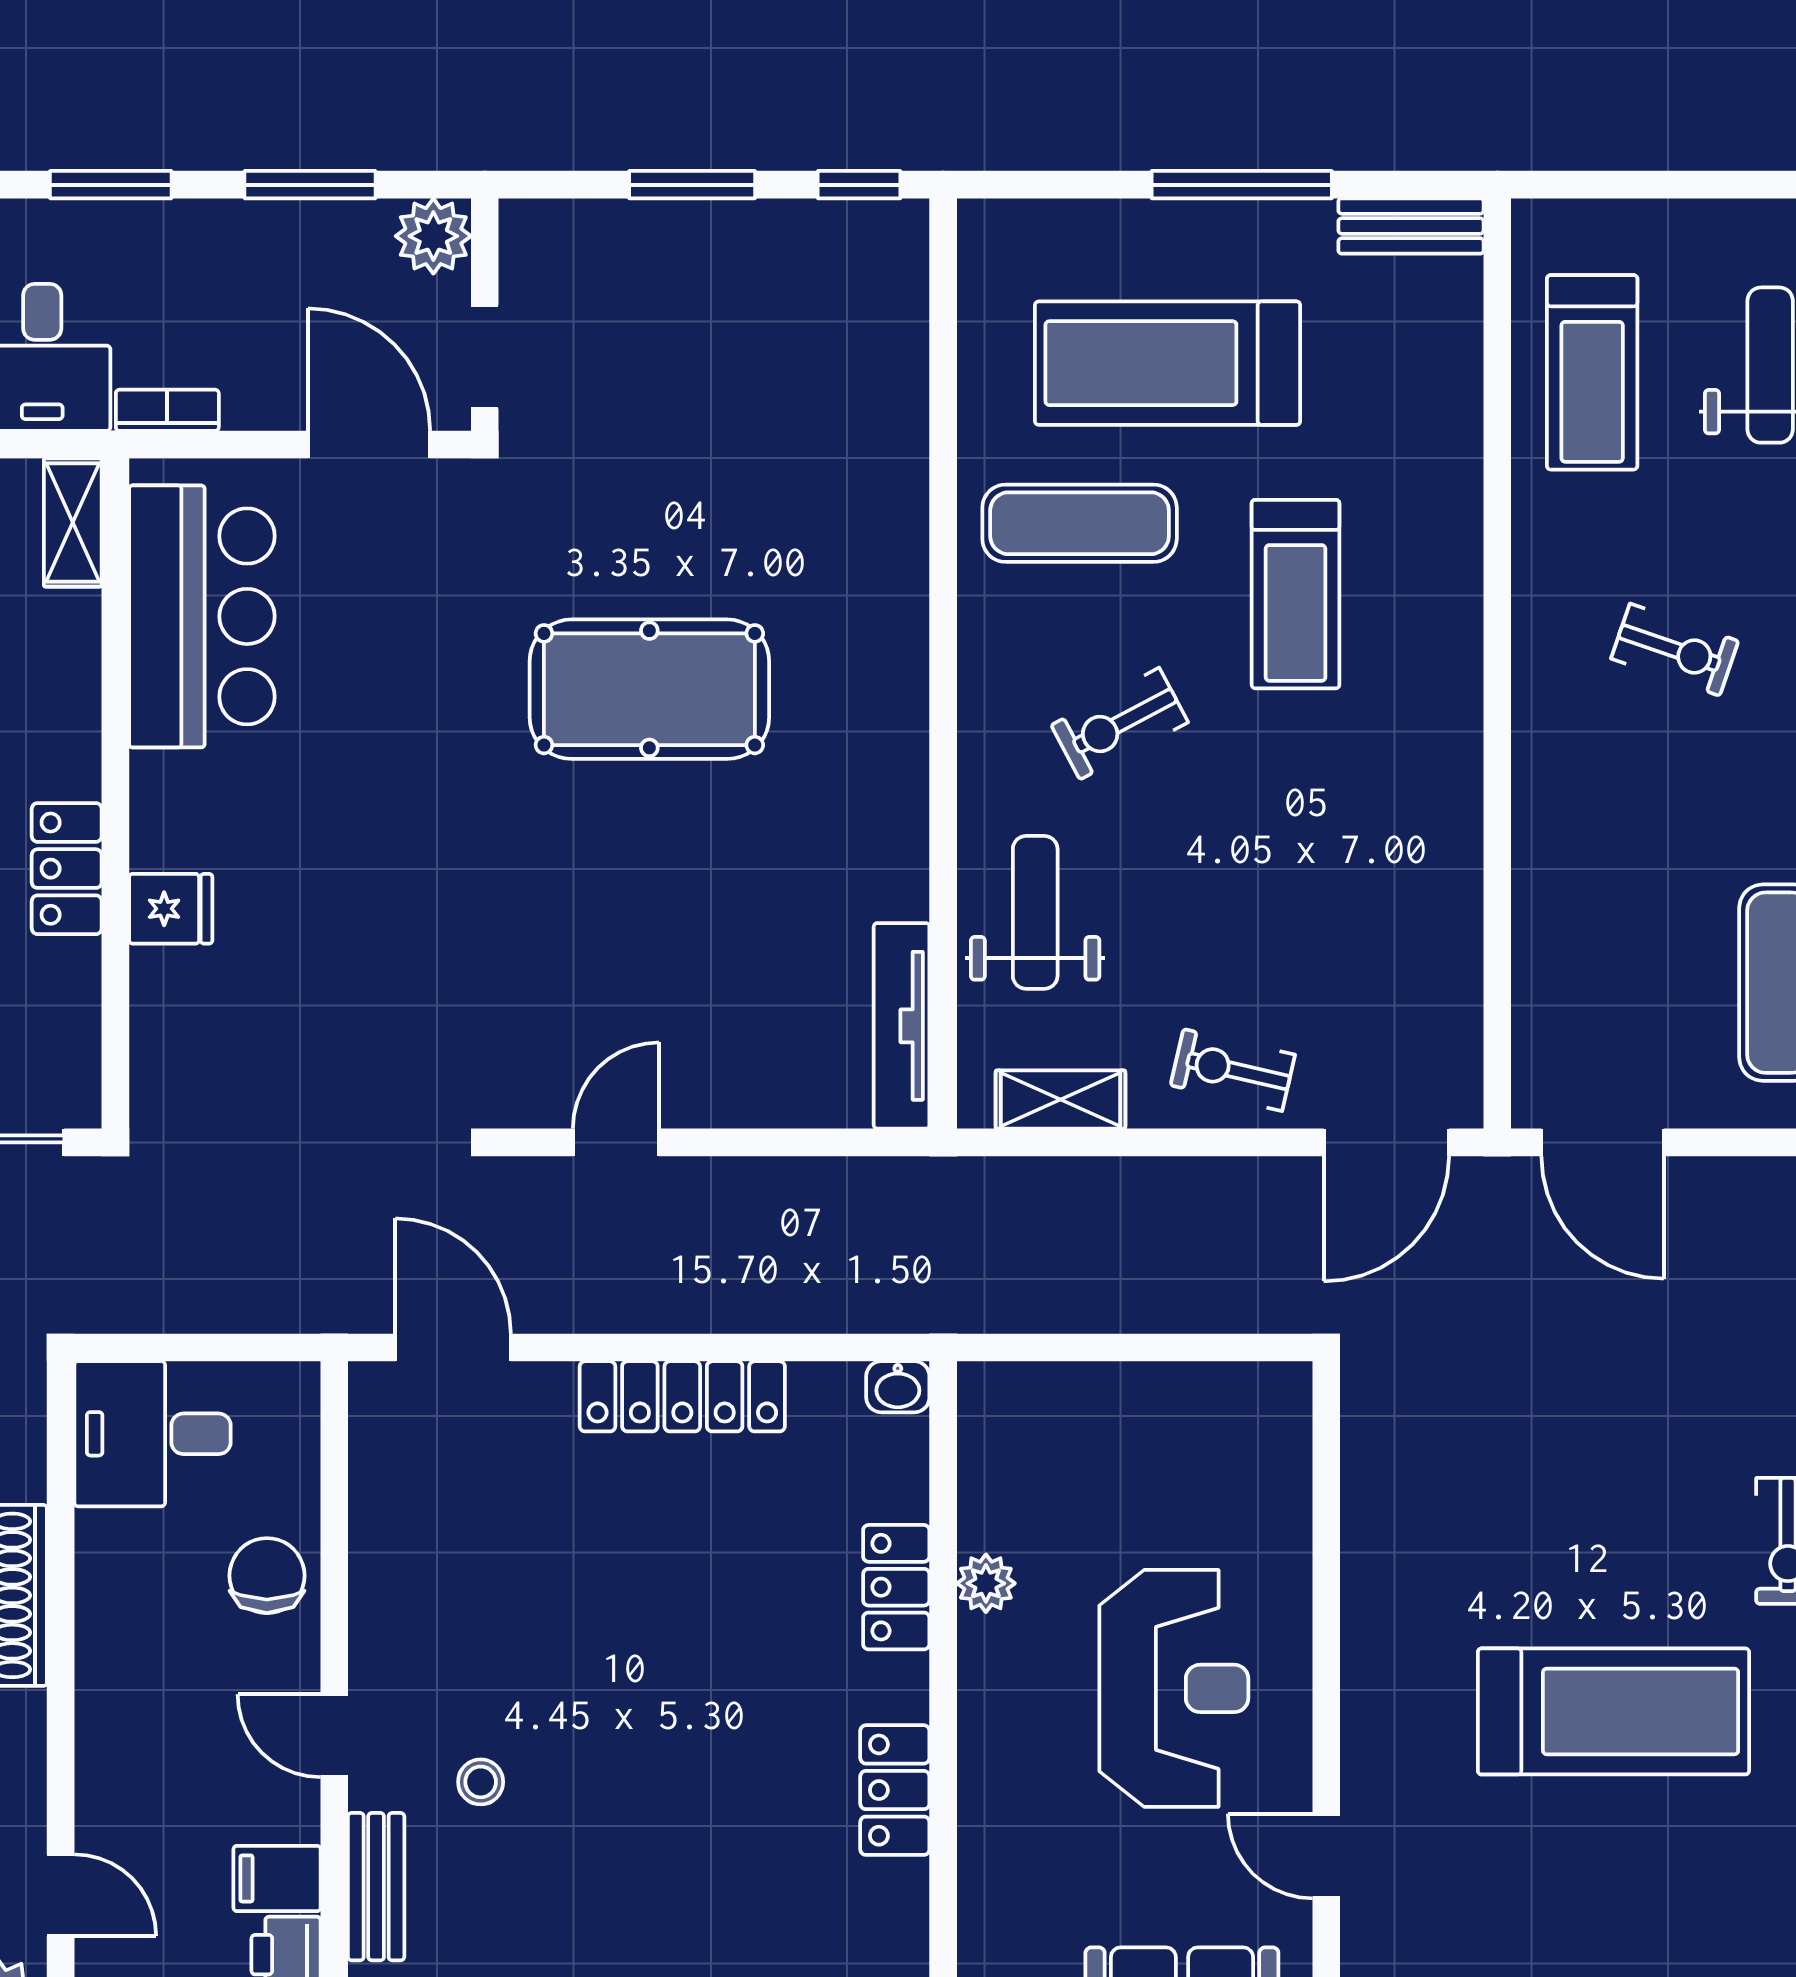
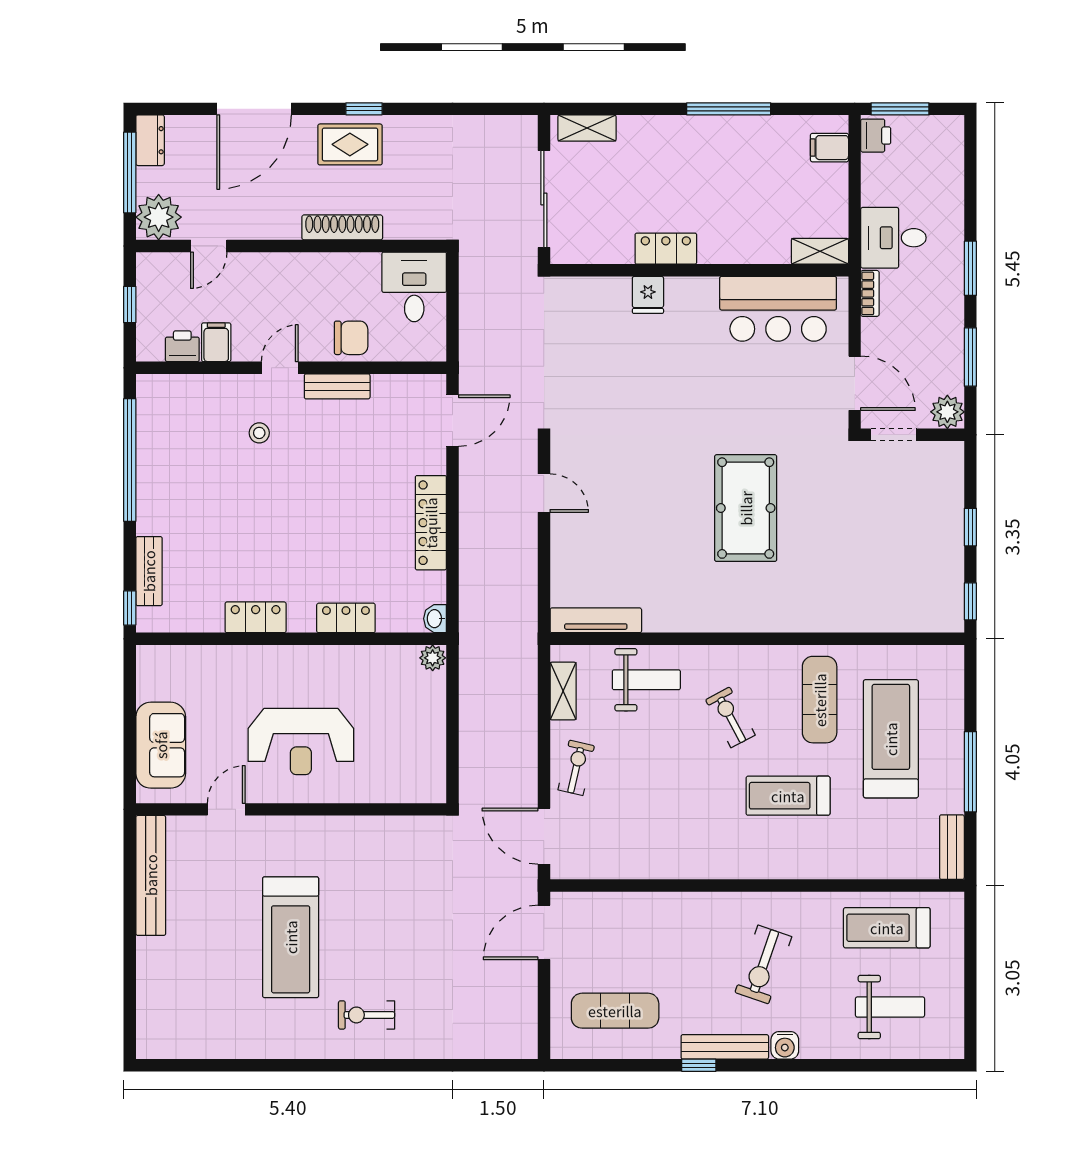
window: (692, 185) -> (970, 527), width x0.67
door: (369, 445) -> (855, 383), hinge flipped
exercise bike: (1675, 650) -> (763, 965), width x1.38, depth x1.39
plant: (986, 1583) -> (433, 658), moved
bench: (376, 1887) -> (337, 386), moved

